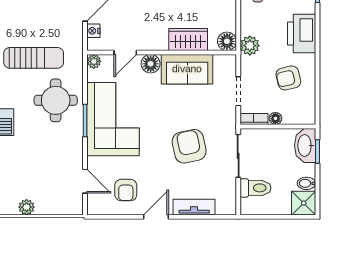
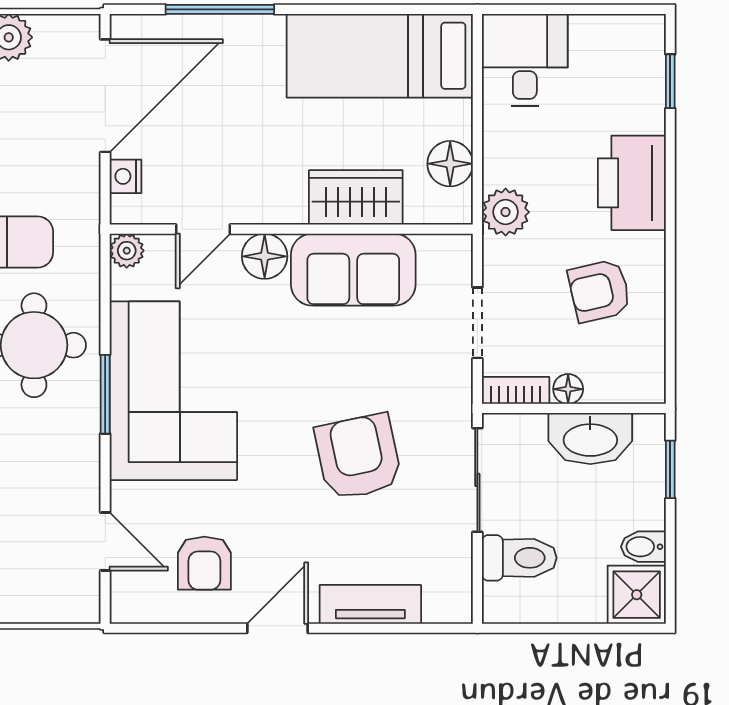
floor lamp: (227, 41) -> (450, 164), moved
washbasin: (305, 146) -> (590, 439), moved, turned -90

